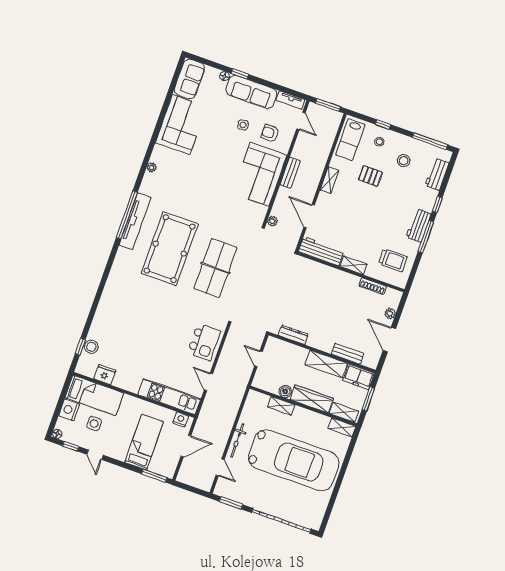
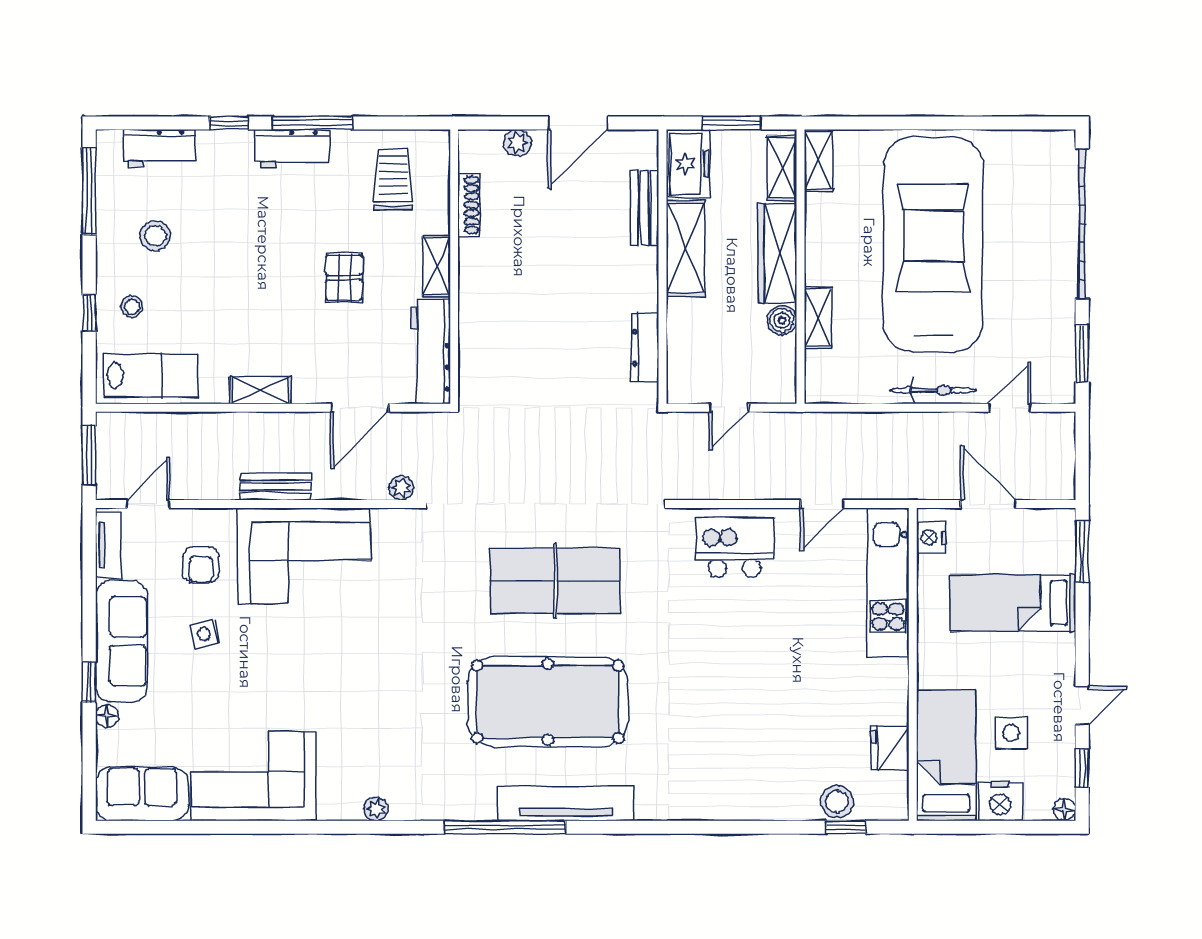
pallet: (370, 176) -> (344, 277), moved
tv unit: (135, 221) -> (566, 803), moved

